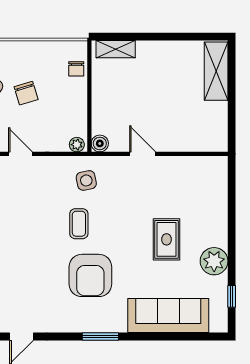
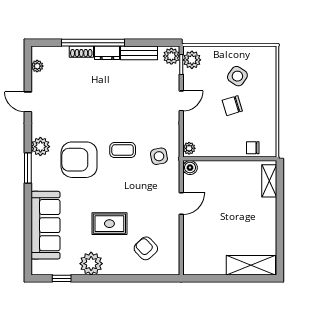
armchair: (196, 196) -> (146, 248), added
plant: (75, 321) -> (40, 147), added

